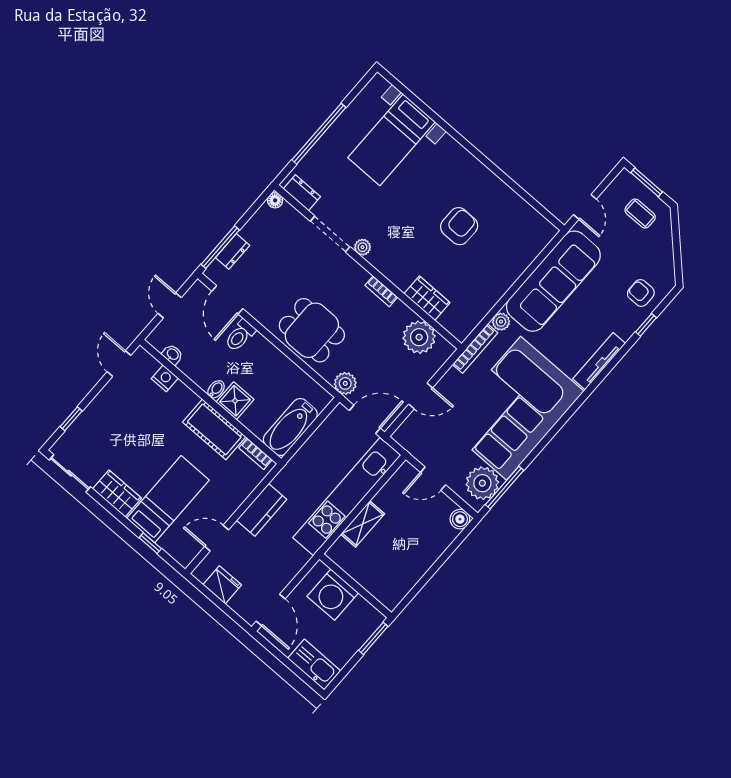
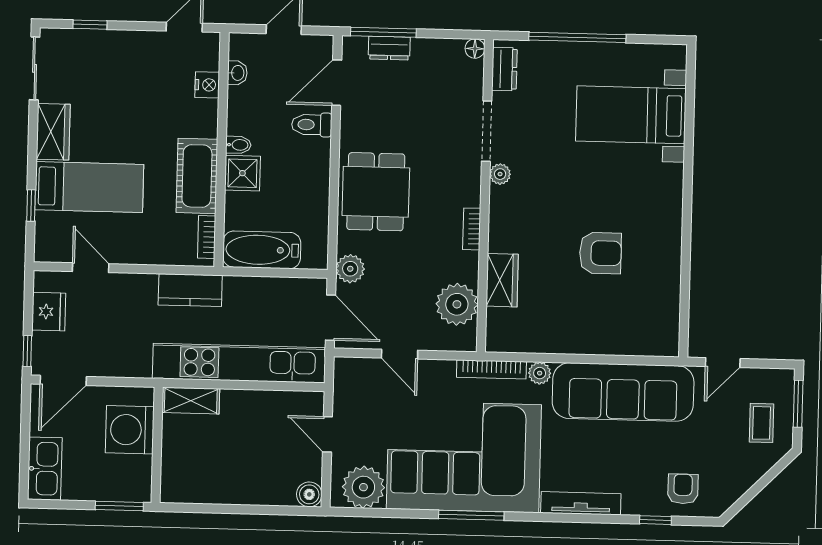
window: (504, 488) -> (471, 515), moved
kitchen counter: (262, 510) -> (190, 290), moved
shelving: (363, 524) -> (191, 401), moved
window: (235, 617) -> (27, 351), added

